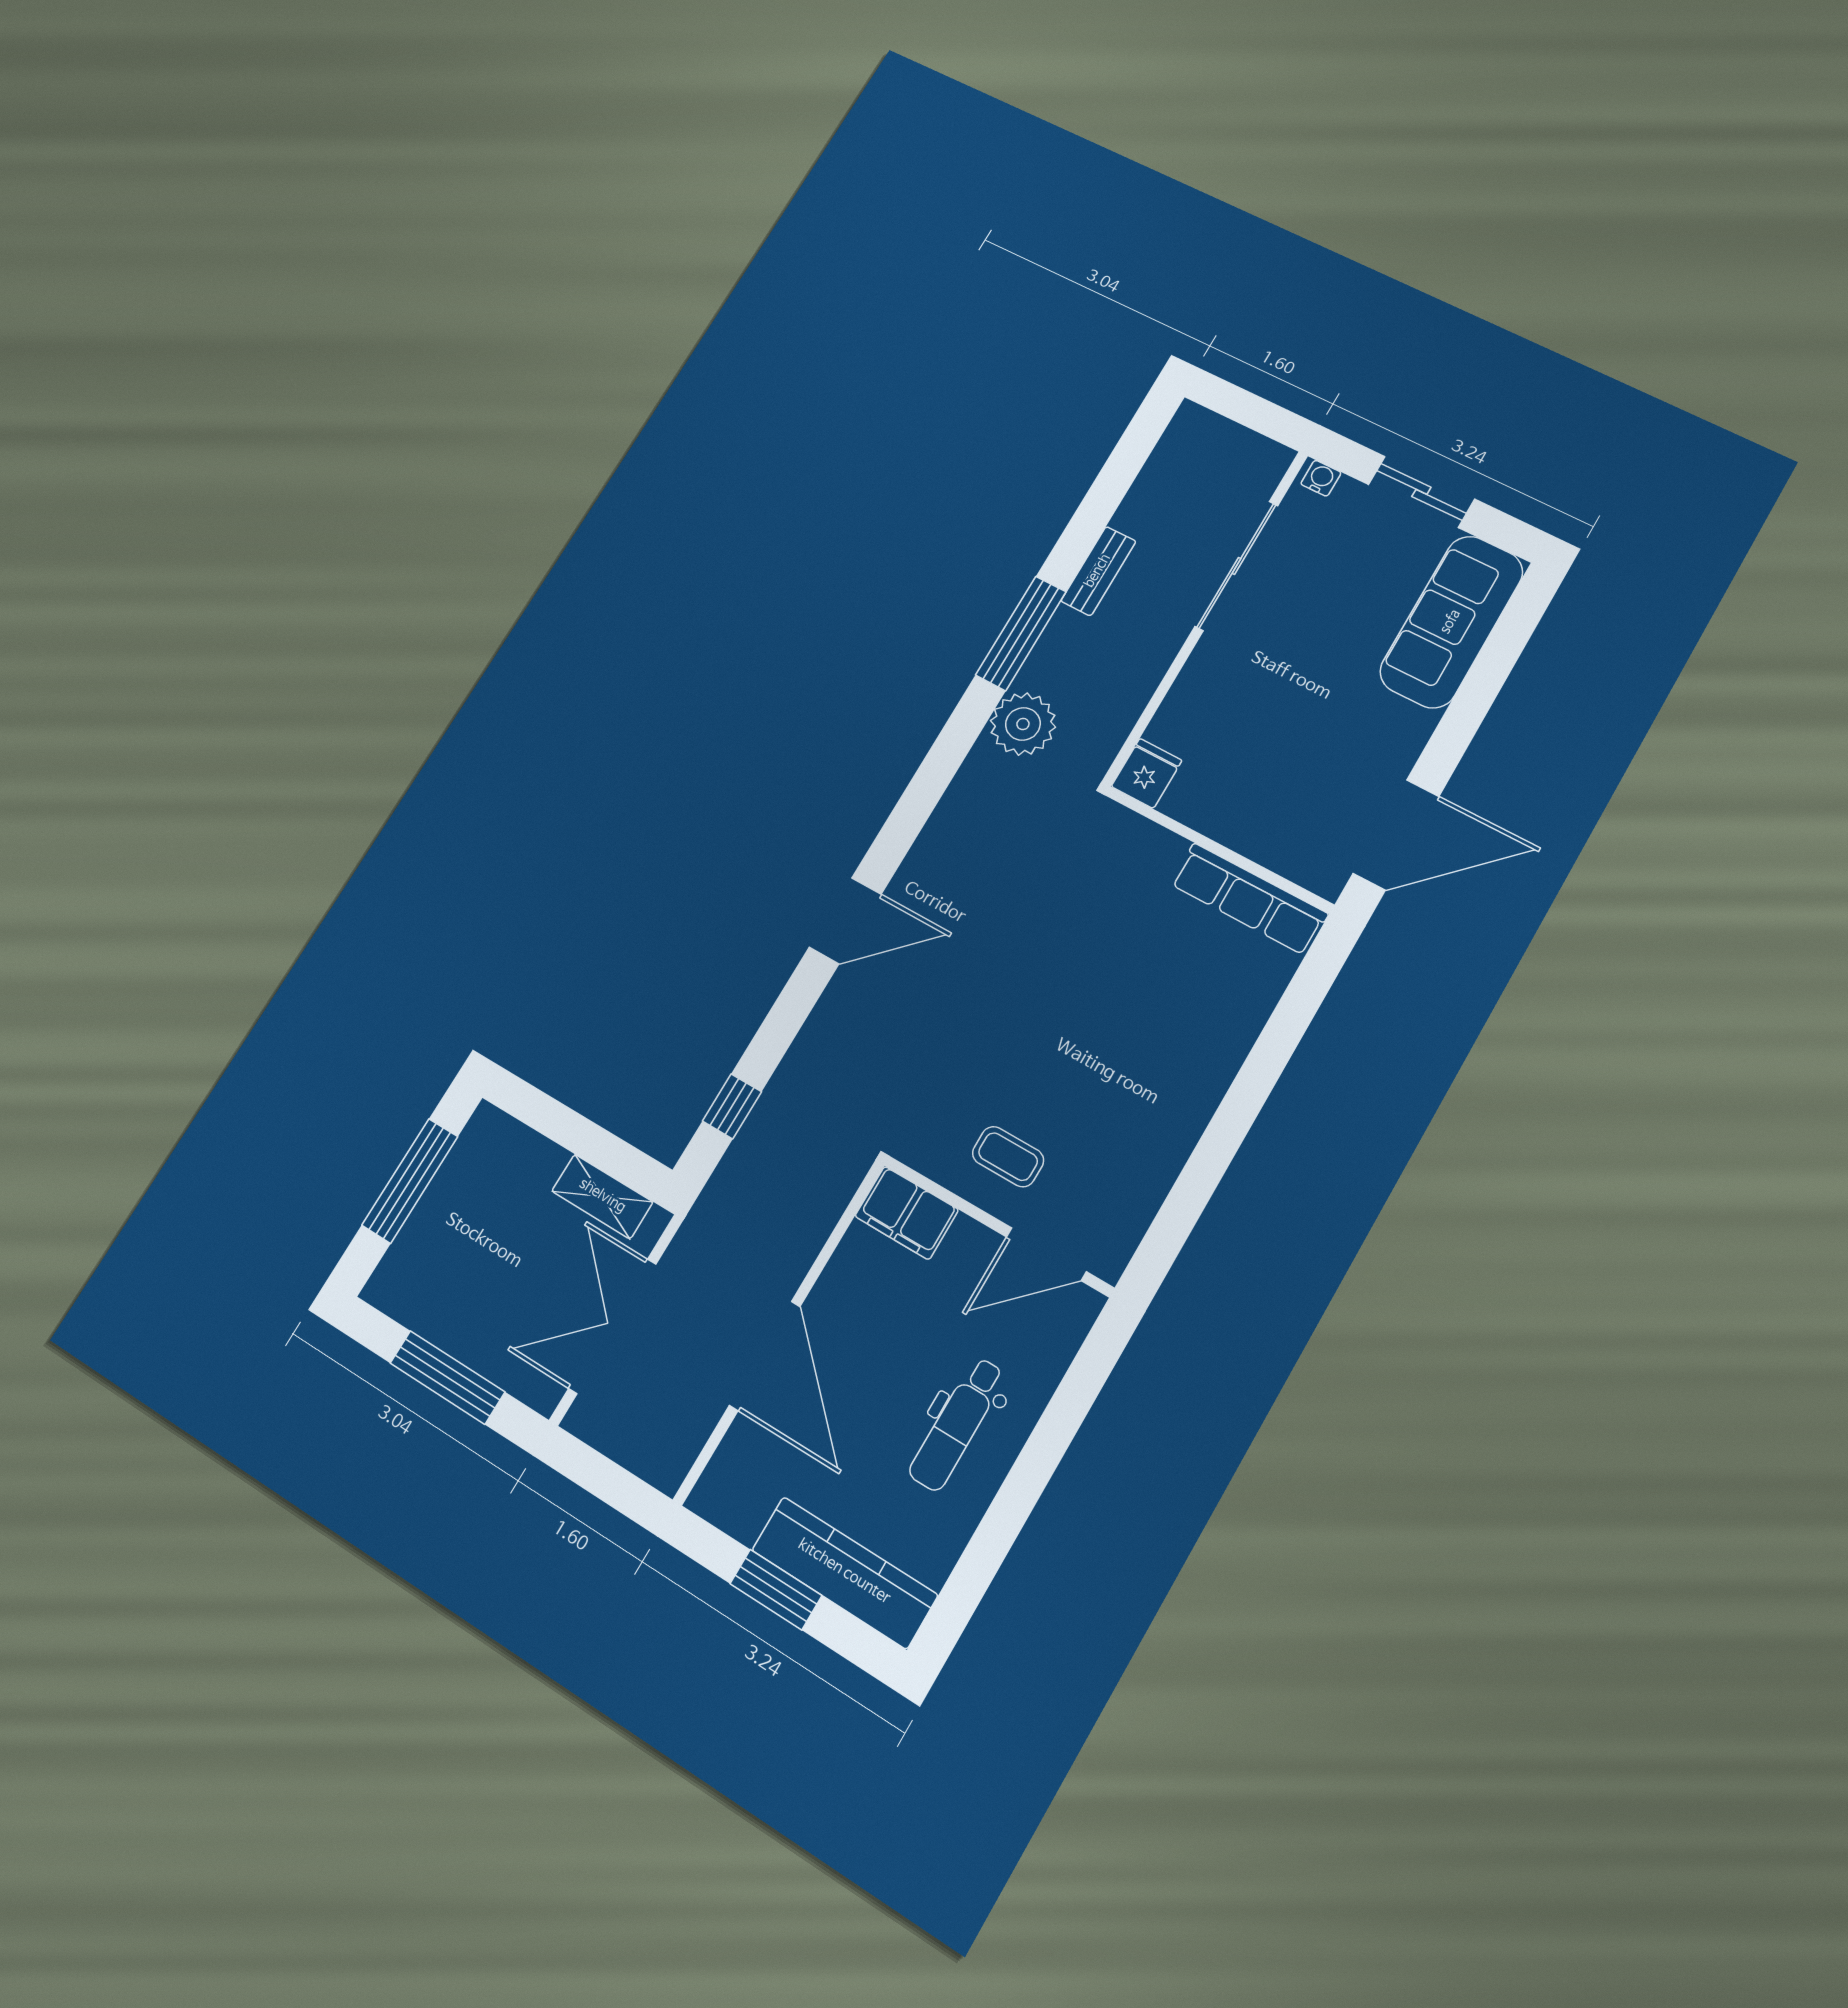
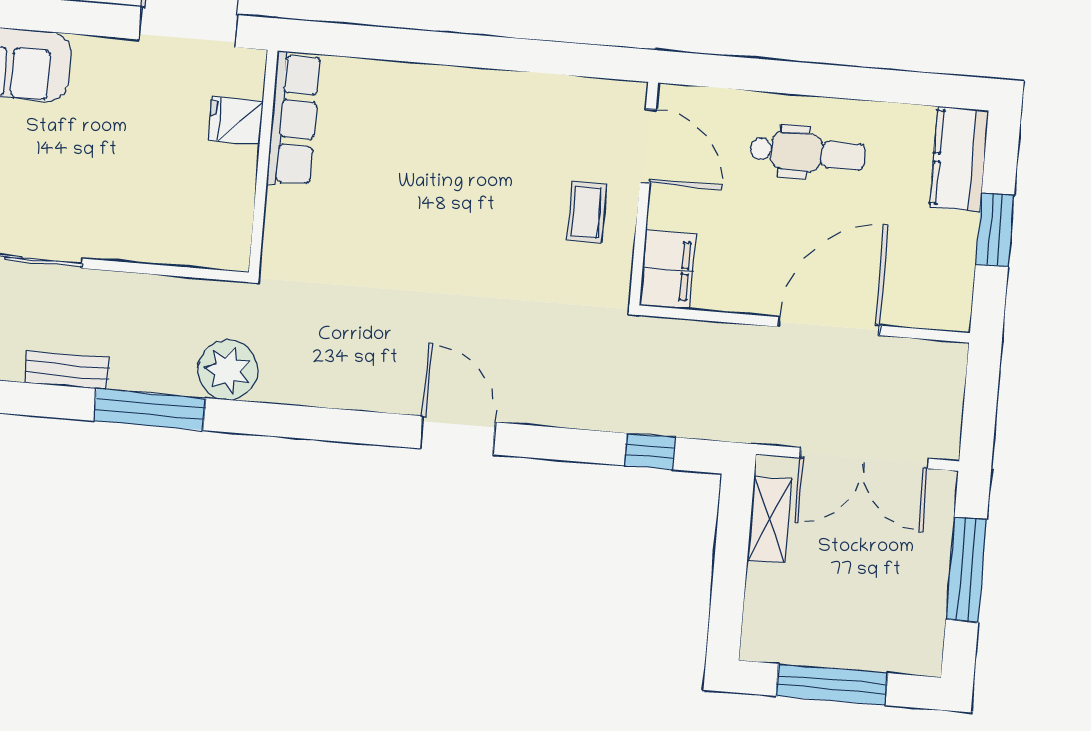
fridge: (1147, 773) -> (236, 121), moved
kitchen counter: (844, 1572) -> (959, 159), width x0.67

